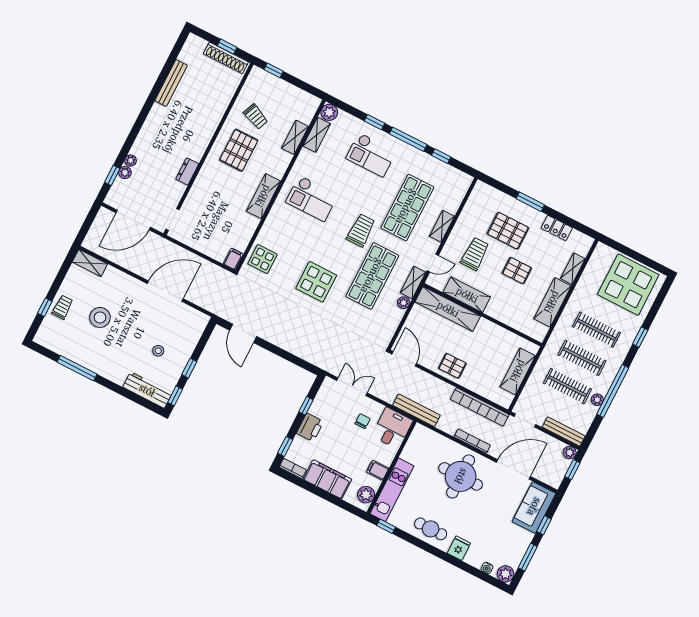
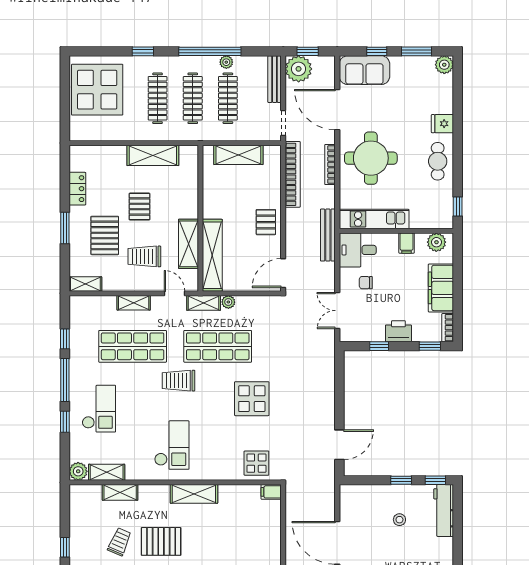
shelving: (573, 269) -> (85, 284), moved
plant: (570, 453) -> (299, 69), width x1.87, depth x1.87
kitchen unit: (392, 490) -> (374, 219), moved
water cooler: (487, 568) -> (448, 86), removed

